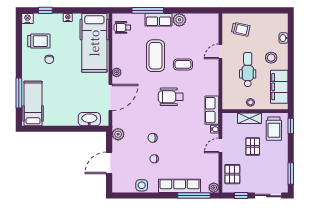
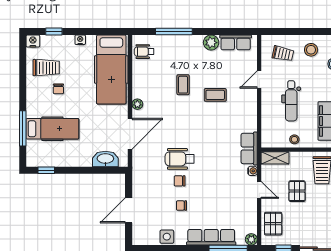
row of seats: (159, 20) -> (236, 42), moved
coffee table: (156, 56) -> (183, 85), width x0.54, depth x0.58
stool: (271, 58) -> (311, 50), moved
dental chair: (248, 70) -> (291, 101), turned 180
wheelchair: (171, 97) -> (180, 159), moved
hospital bed: (33, 103) -> (52, 129), moved, turned 90
shelving: (250, 118) -> (275, 158), moved
window: (39, 129) -> (46, 170), added
plant: (118, 134) -> (139, 177), removed
door: (220, 145) -> (259, 190), swing flipped

